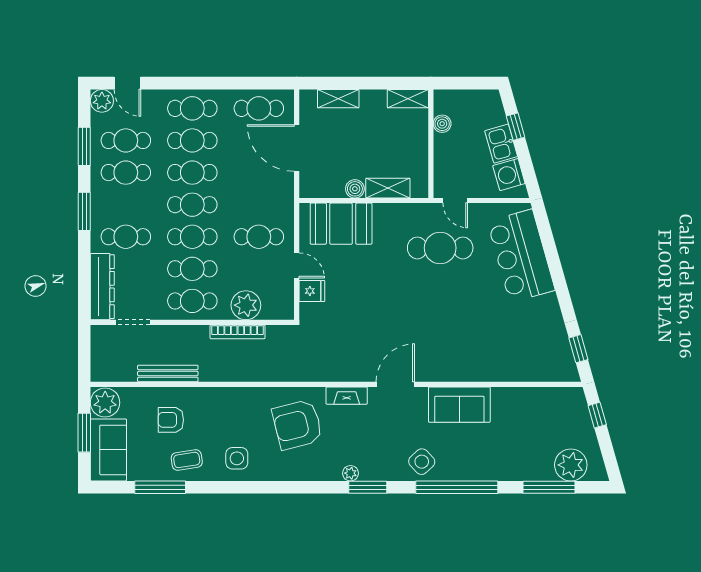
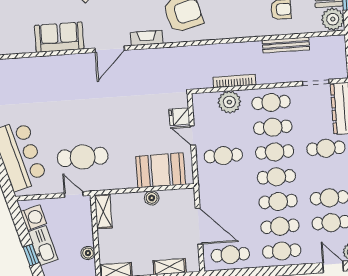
kitchen sink: (501, 144) -> (43, 246), width x1.38
shelving: (388, 188) -> (103, 211), moved, turned 90

